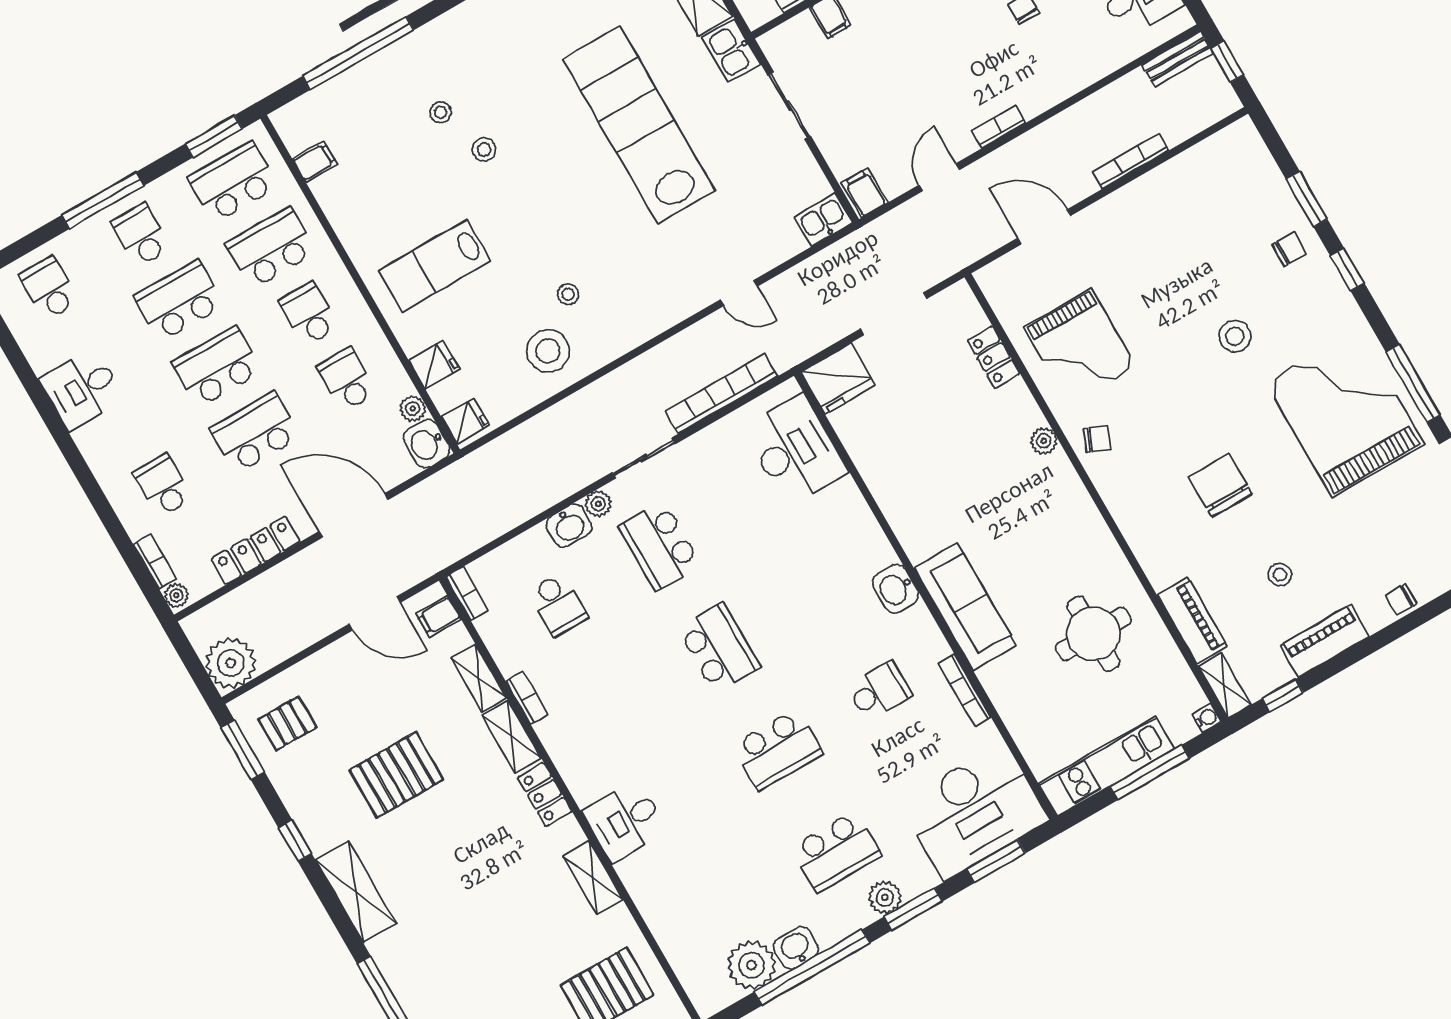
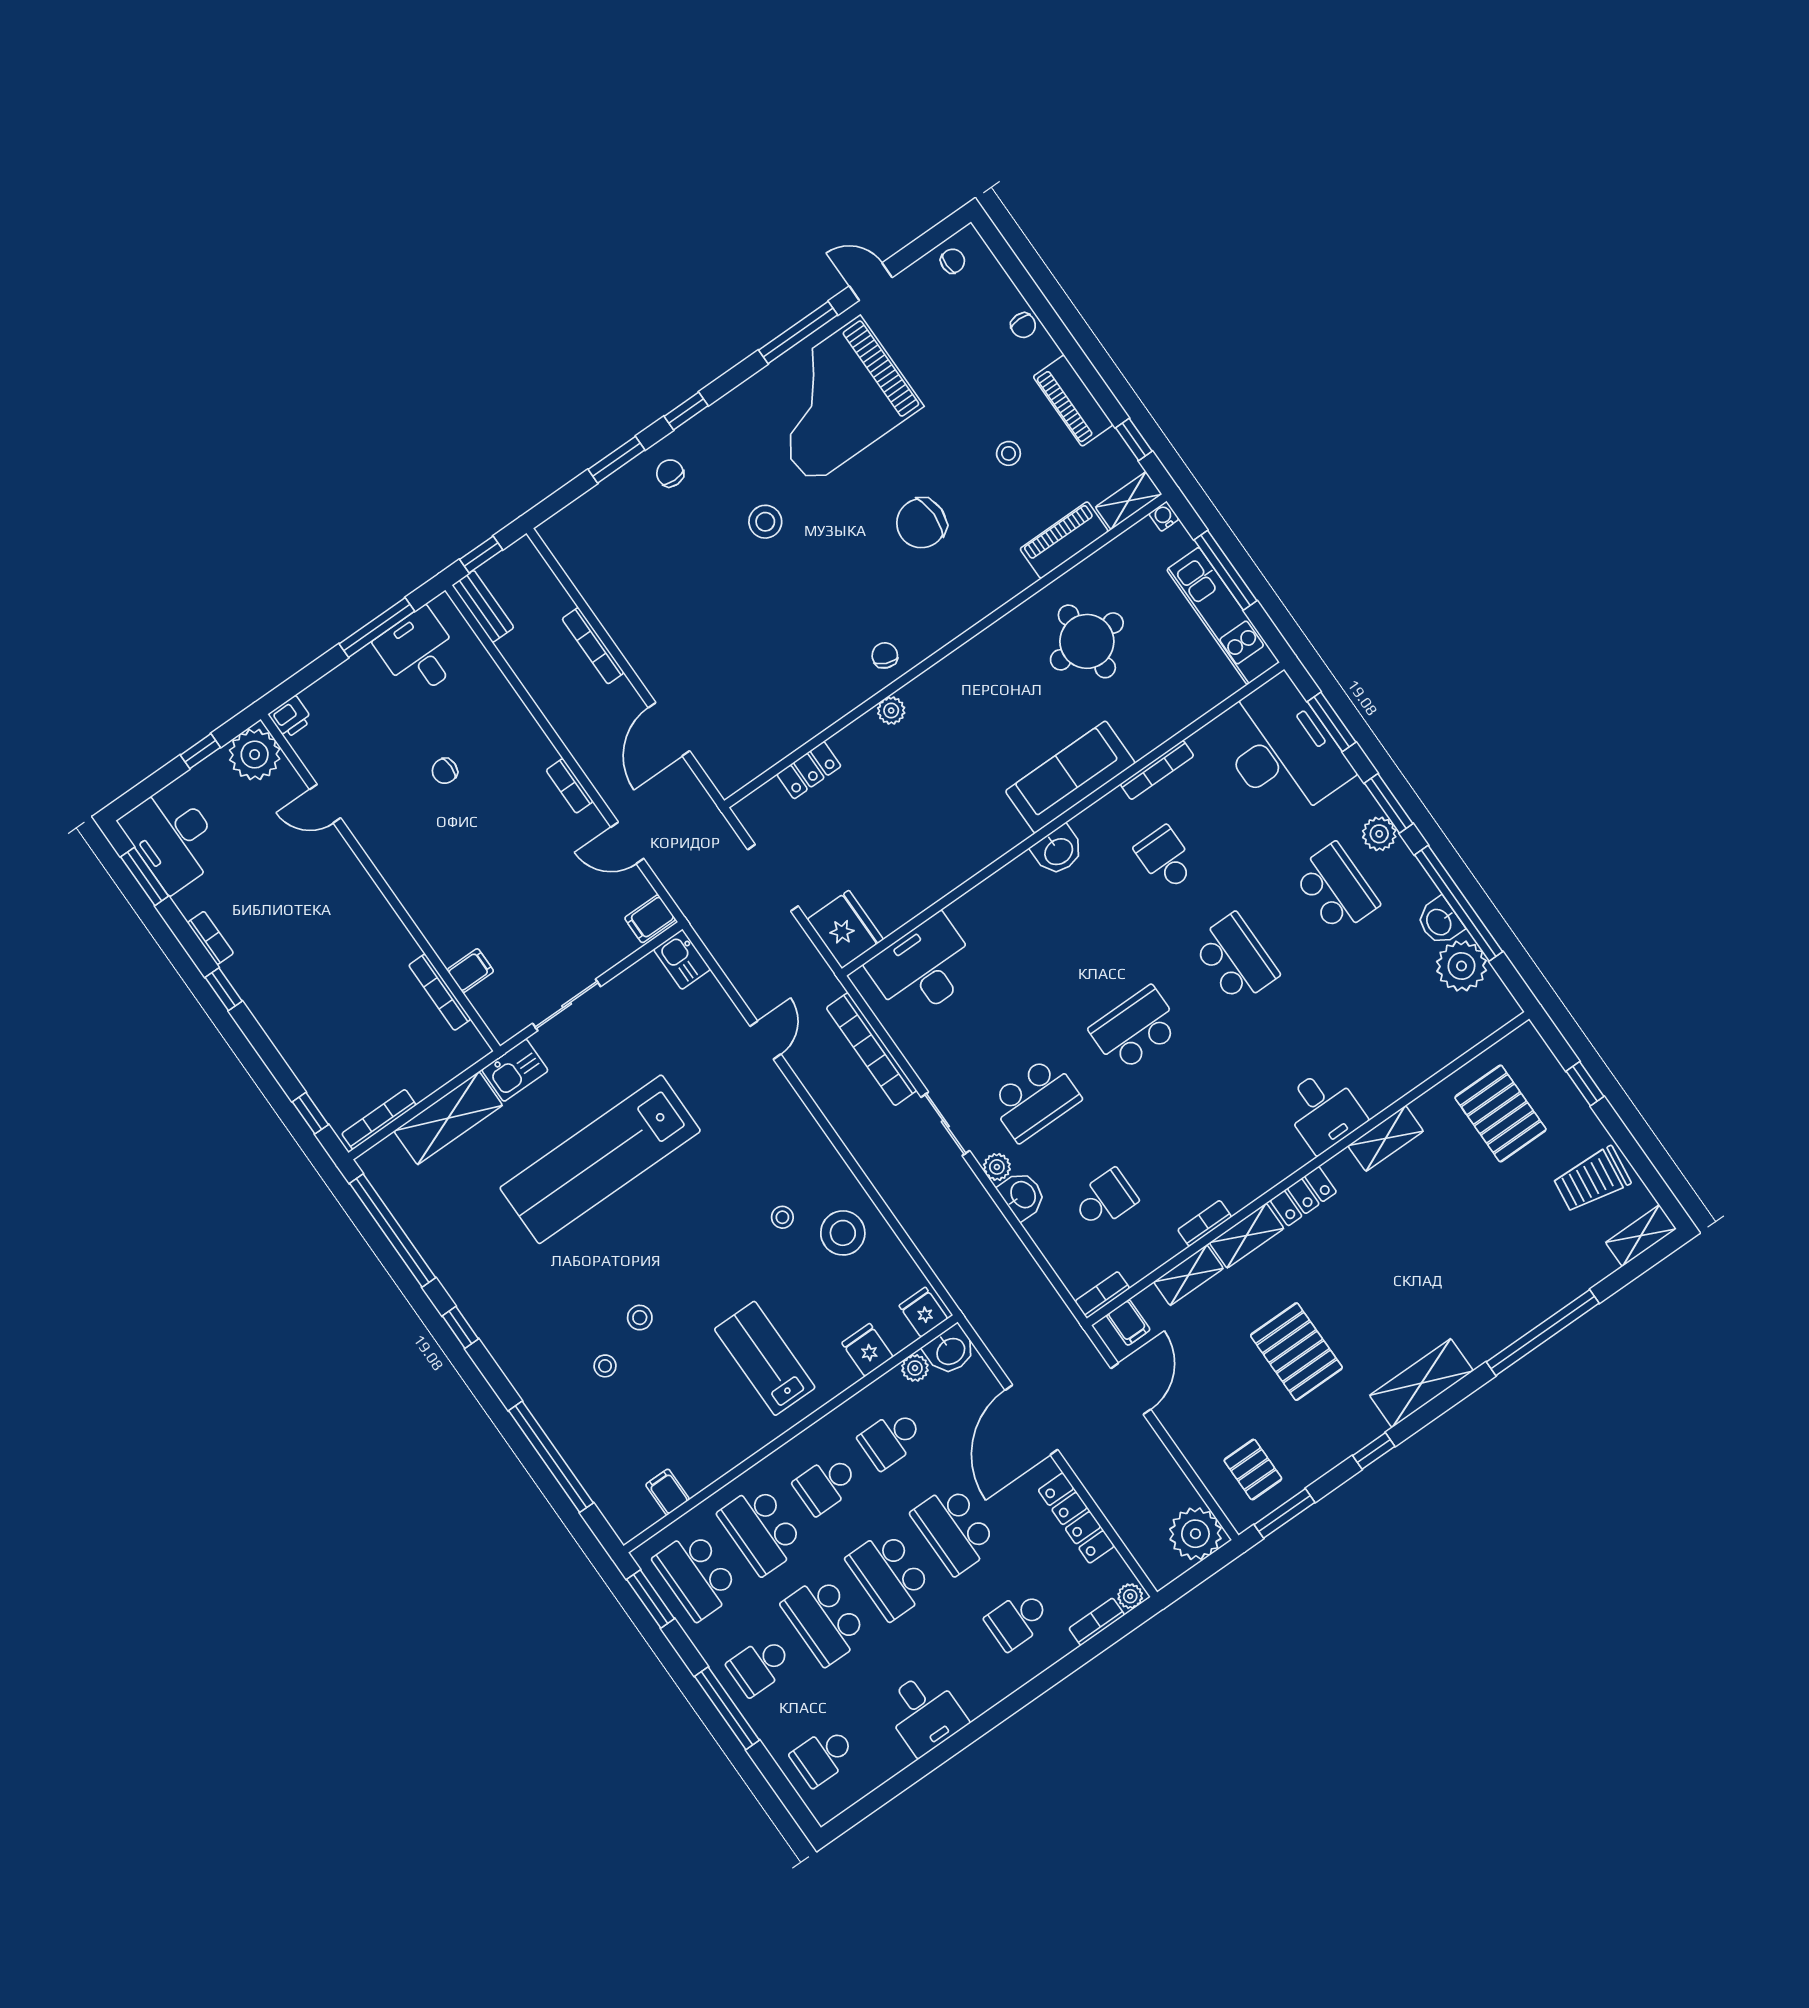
lab bench: (435, 266) -> (765, 1358), turned 180
grand piano: (1080, 347) -> (790, 681), removed

